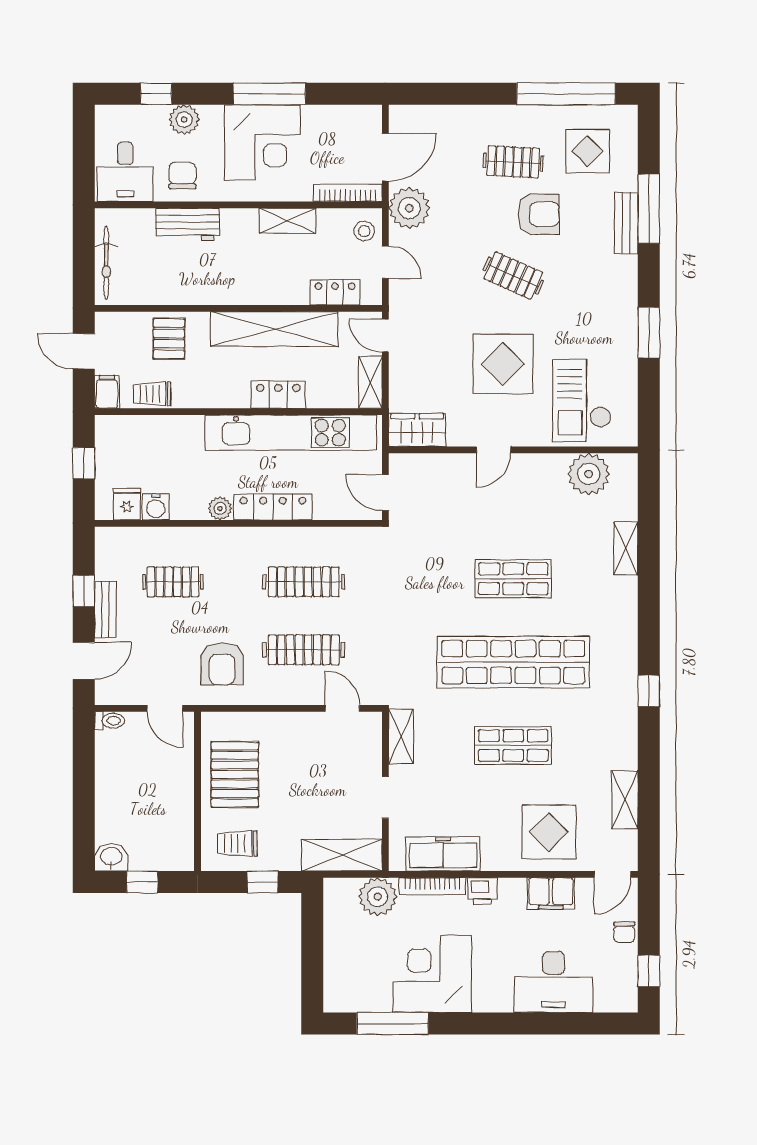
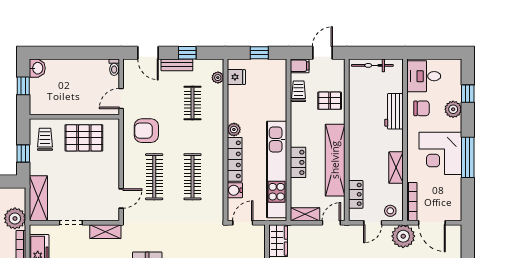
water cooler: (156, 507) -> (235, 190), moved
plant: (128, 537) -> (218, 78), added

